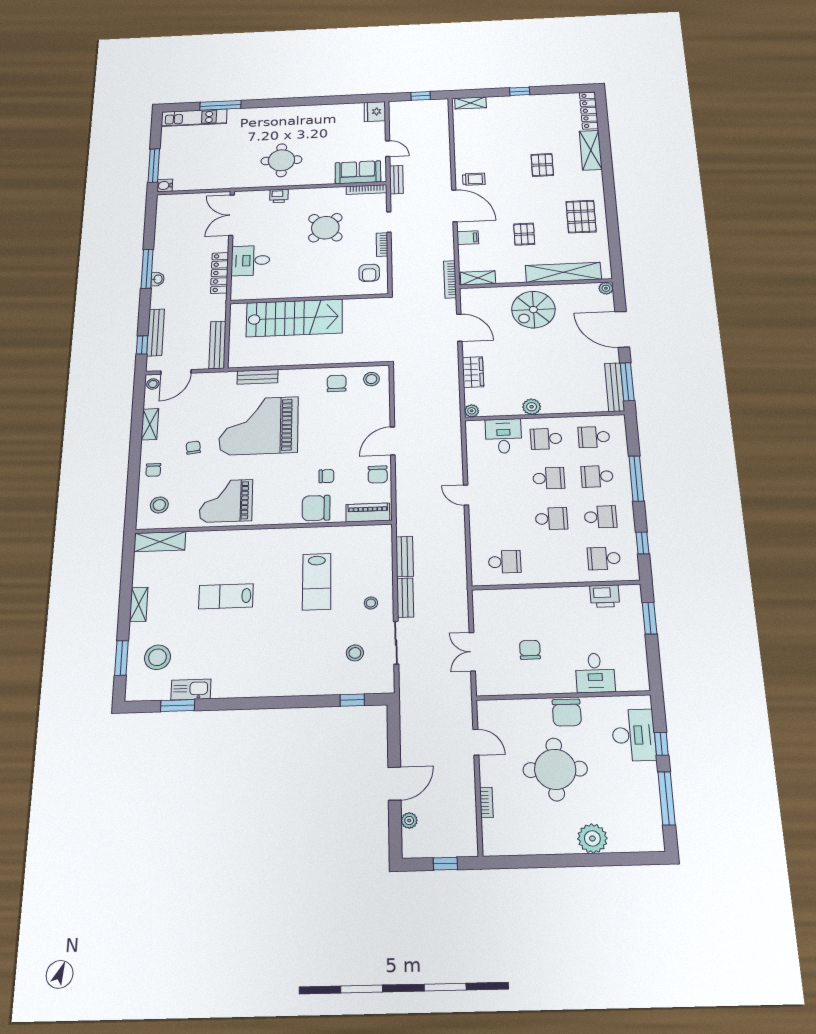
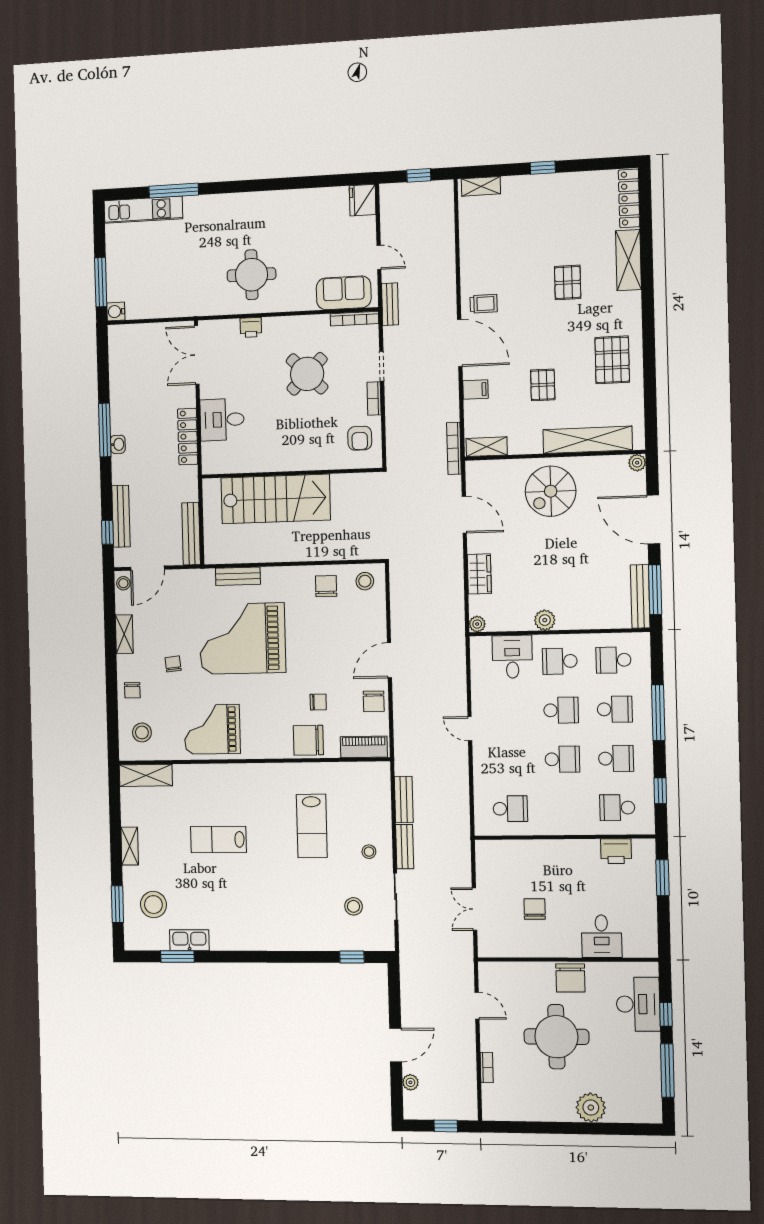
school desk: (597, 476) -> (615, 709), turned 180

